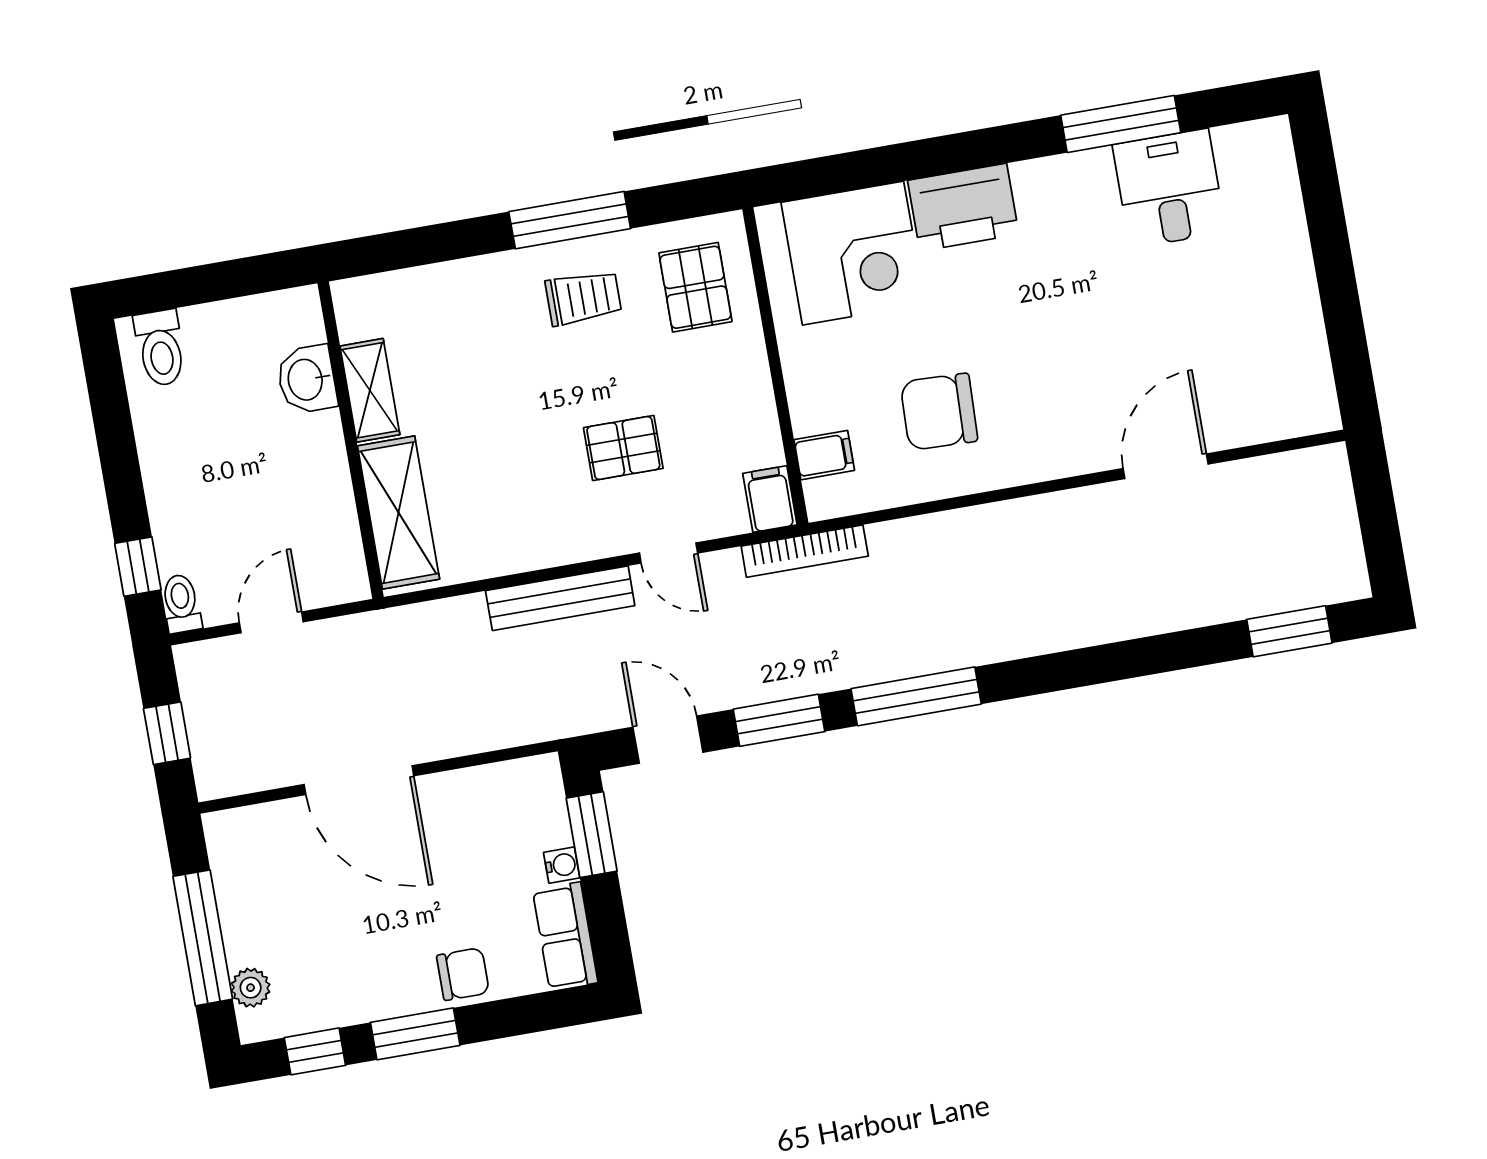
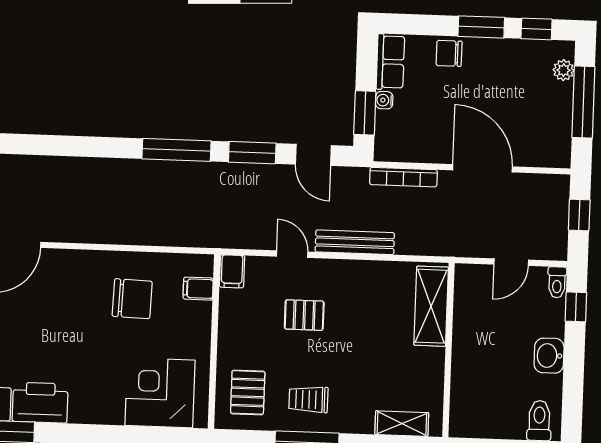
printer: (963, 207) -> (40, 403), moved
washbasin: (307, 379) -> (549, 356), moved, turned 180
shelving: (370, 390) -> (402, 424), moved, turned 90
bookcase: (805, 551) -> (403, 177), moved, turned 180

